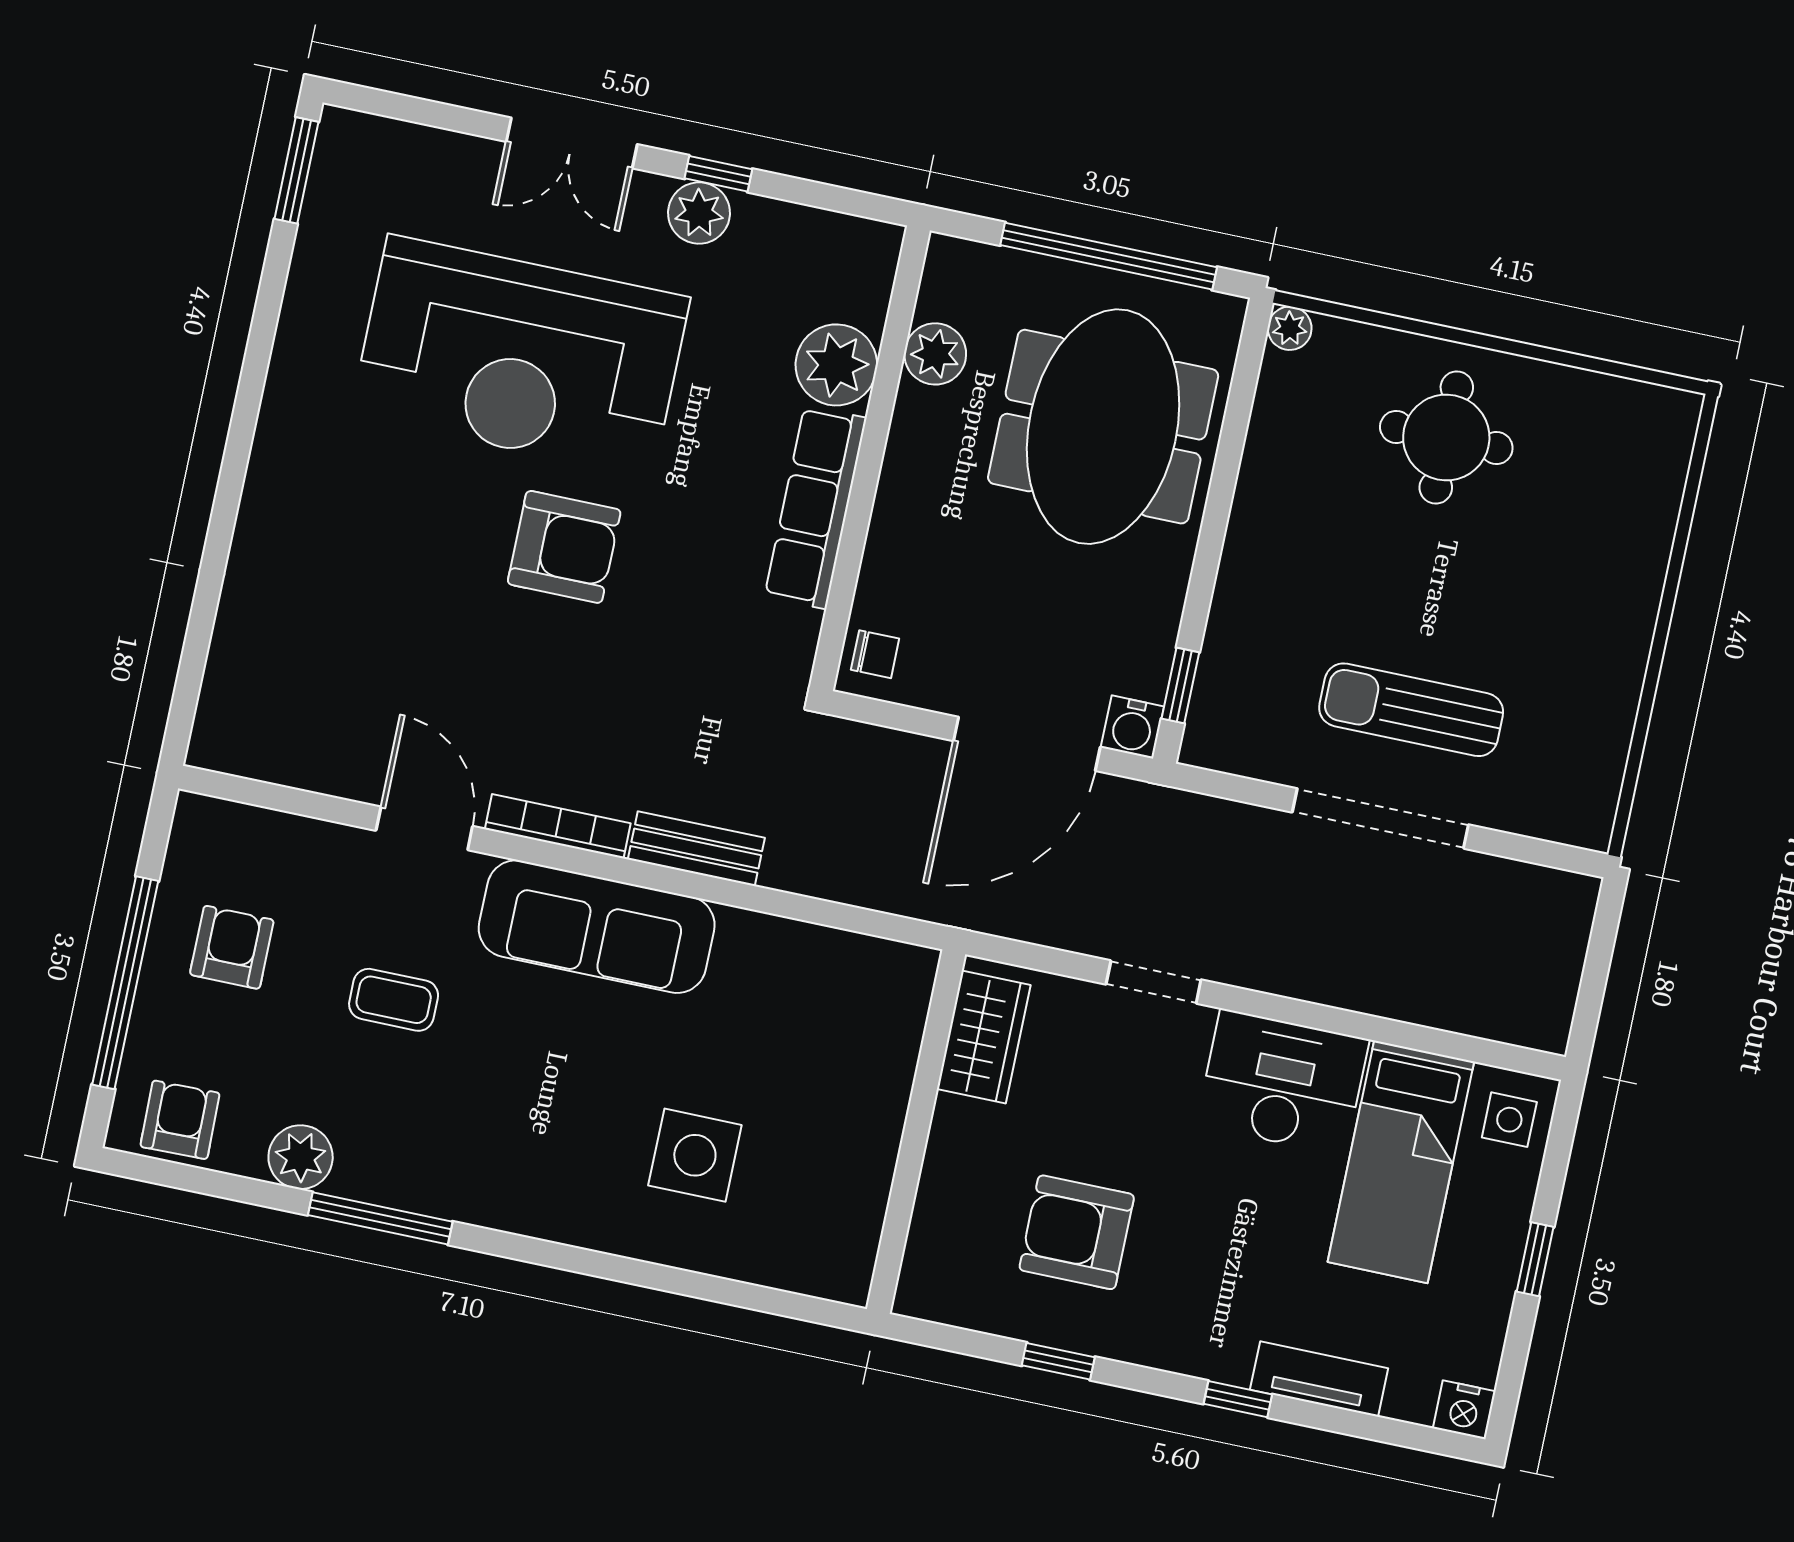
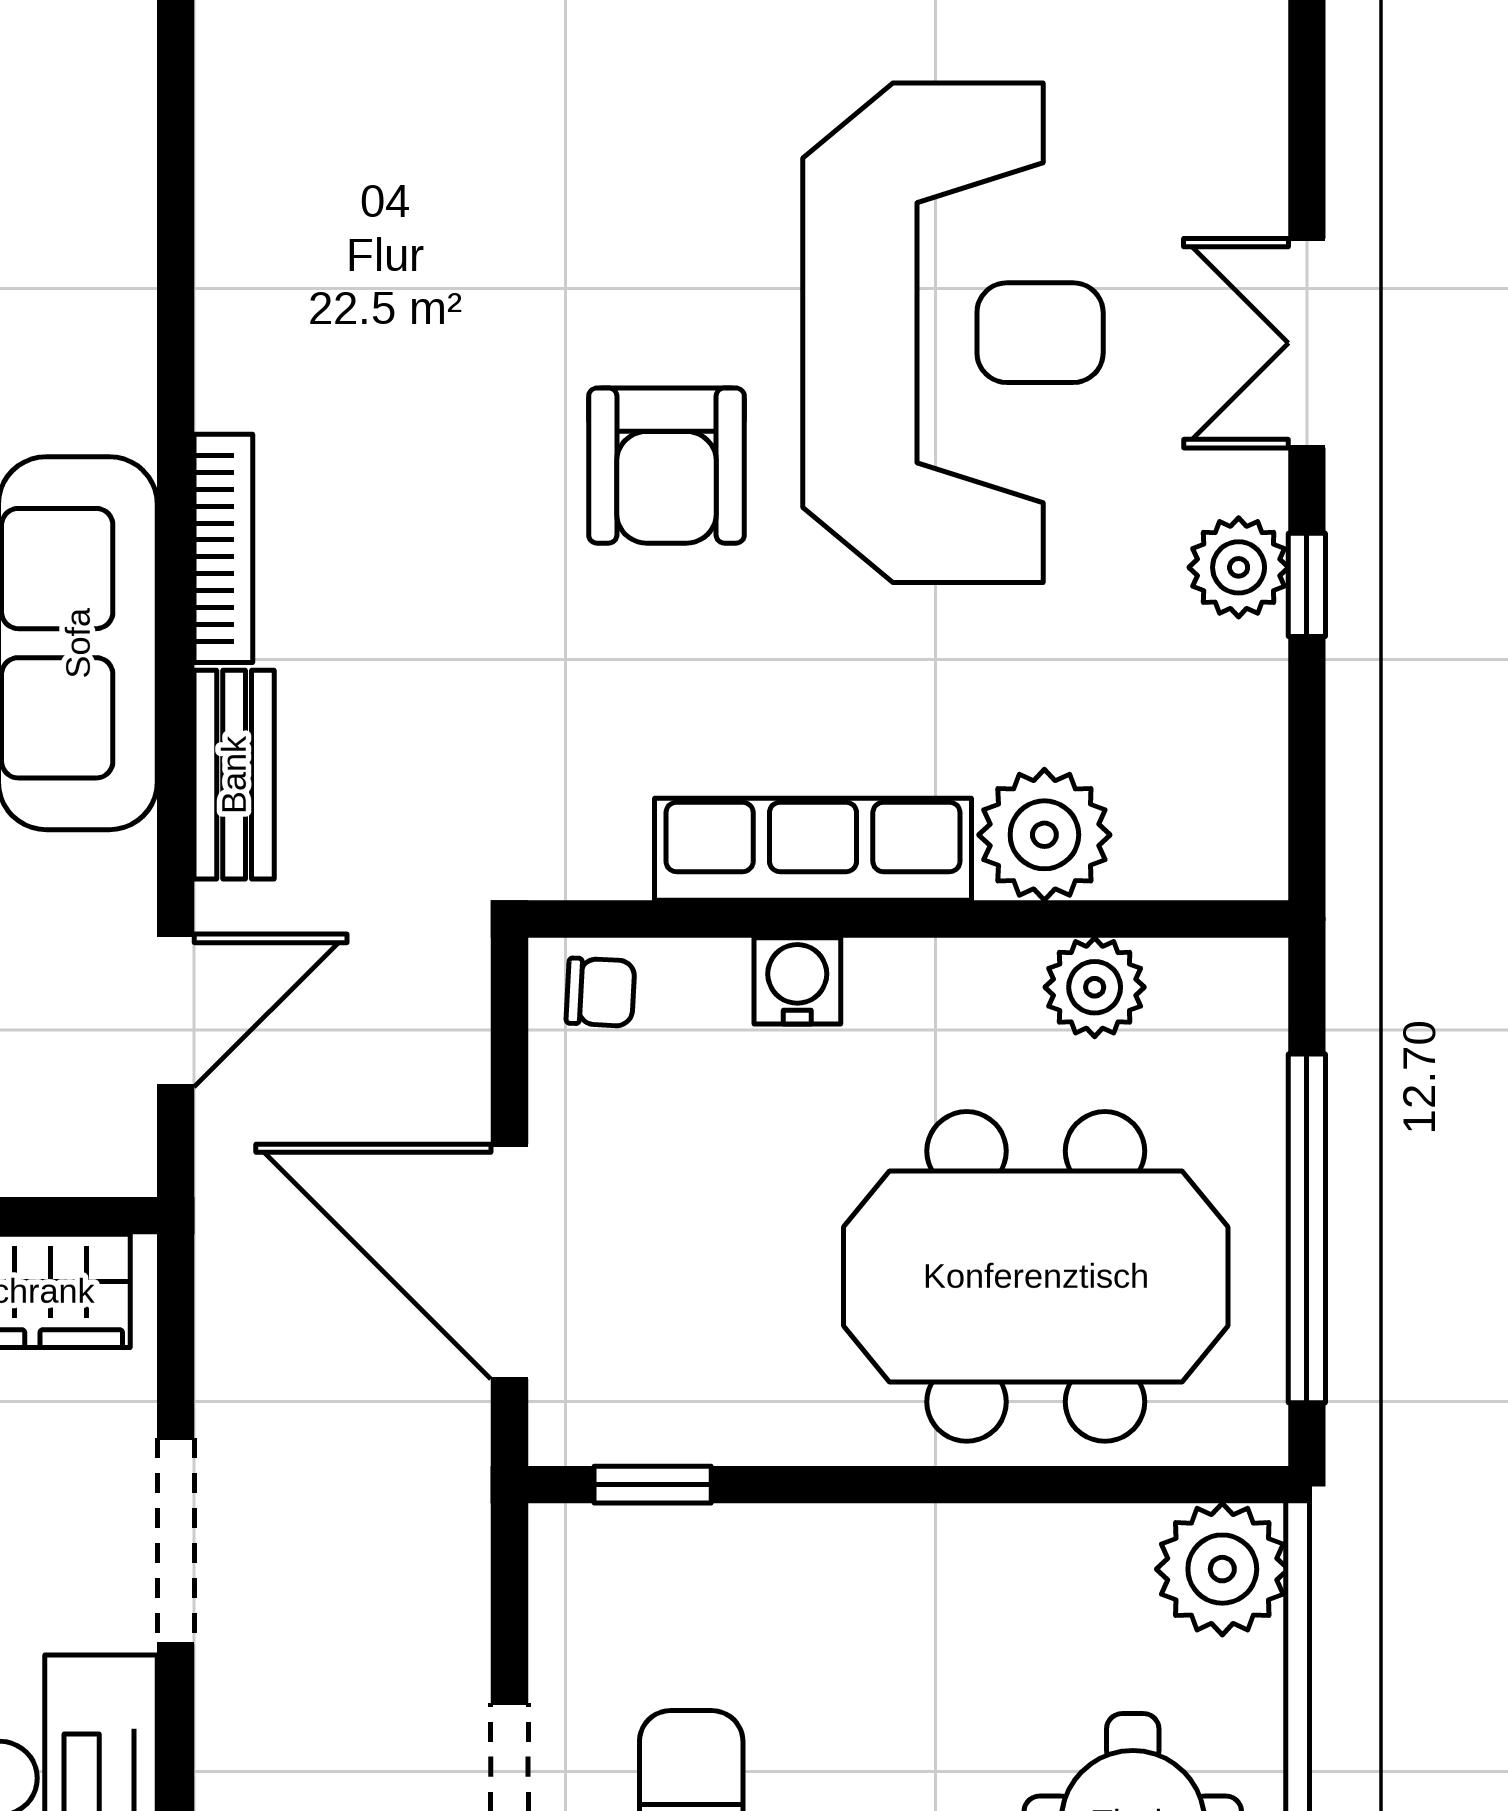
plant: (1290, 328) -> (1222, 1569), width x1.87, depth x1.87
reception desk: (520, 356) -> (953, 333), turned 180
chair: (875, 654) -> (601, 992), turned -87
water cooler: (1132, 727) -> (797, 981), moved, turned 90
door: (424, 828) -> (176, 1011), moved
doorway: (1154, 982) -> (176, 1541), width x1.38

